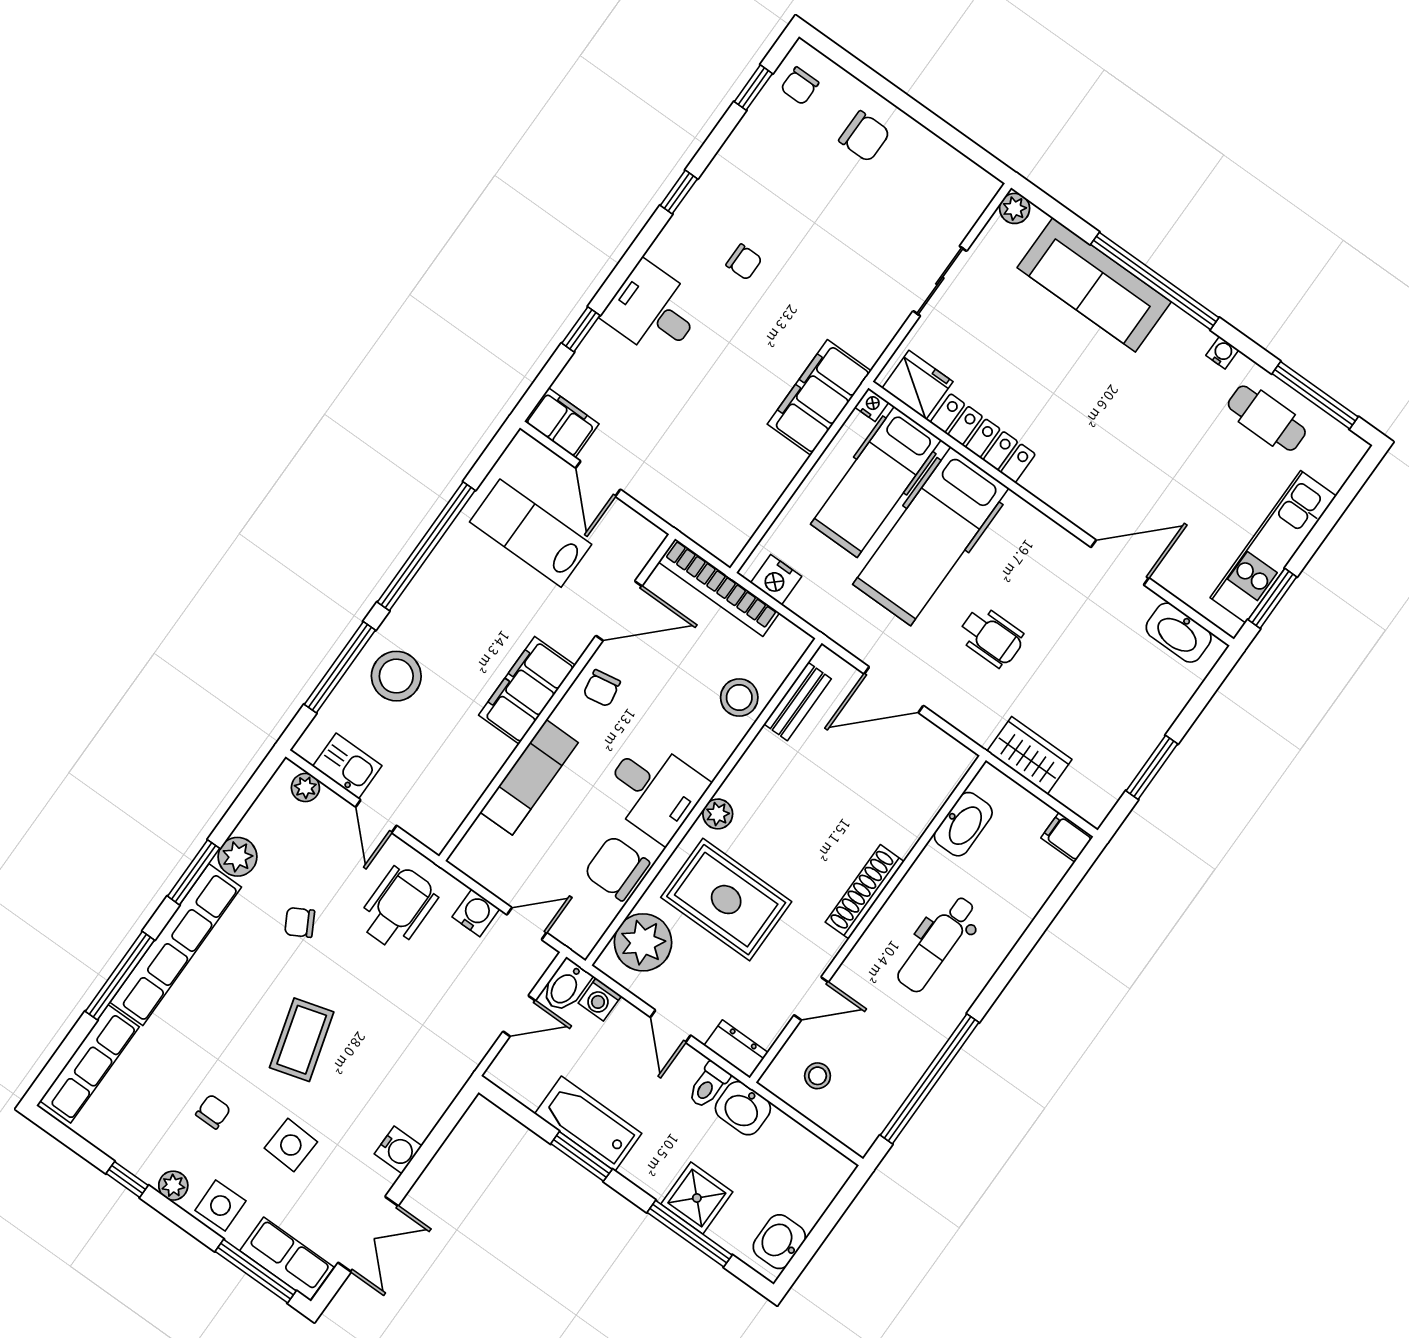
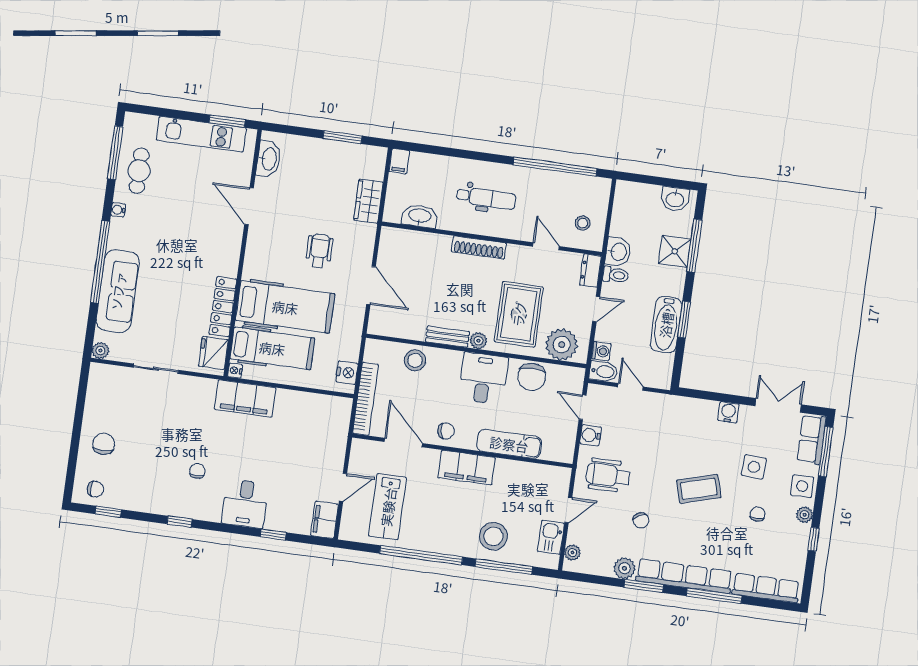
bench: (798, 701) -> (447, 337), moved
chair: (213, 1112) -> (757, 514), turned 90

